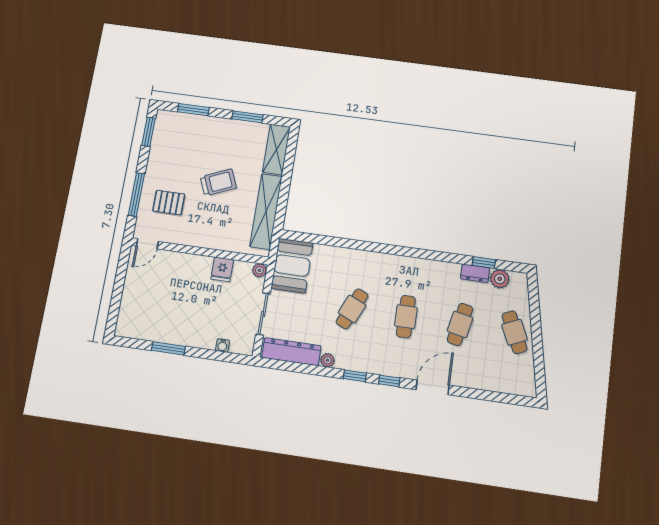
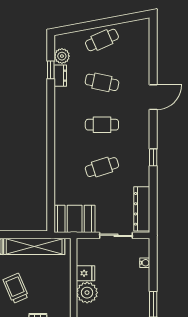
plant: (260, 270) -> (87, 293), moved, width x1.87, depth x1.87
cafe table: (352, 309) -> (102, 167), turned -42
plant: (327, 360) -> (144, 180), removed
window: (389, 381) -> (153, 131), removed
door: (433, 387) -> (153, 97), swing flipped

